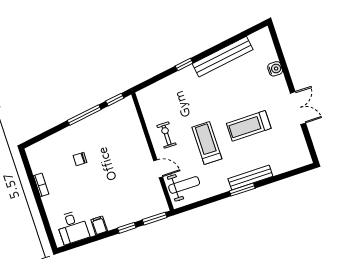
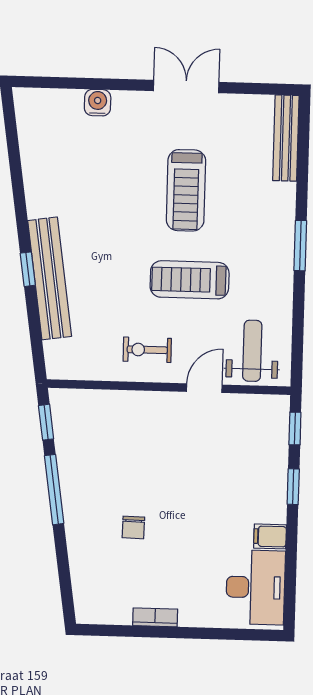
bench: (223, 57) -> (50, 278), moved
bench: (250, 178) -> (286, 138), moved
window: (155, 219) -> (295, 428), width x0.67
desk: (73, 227) -> (256, 587), width x1.37

